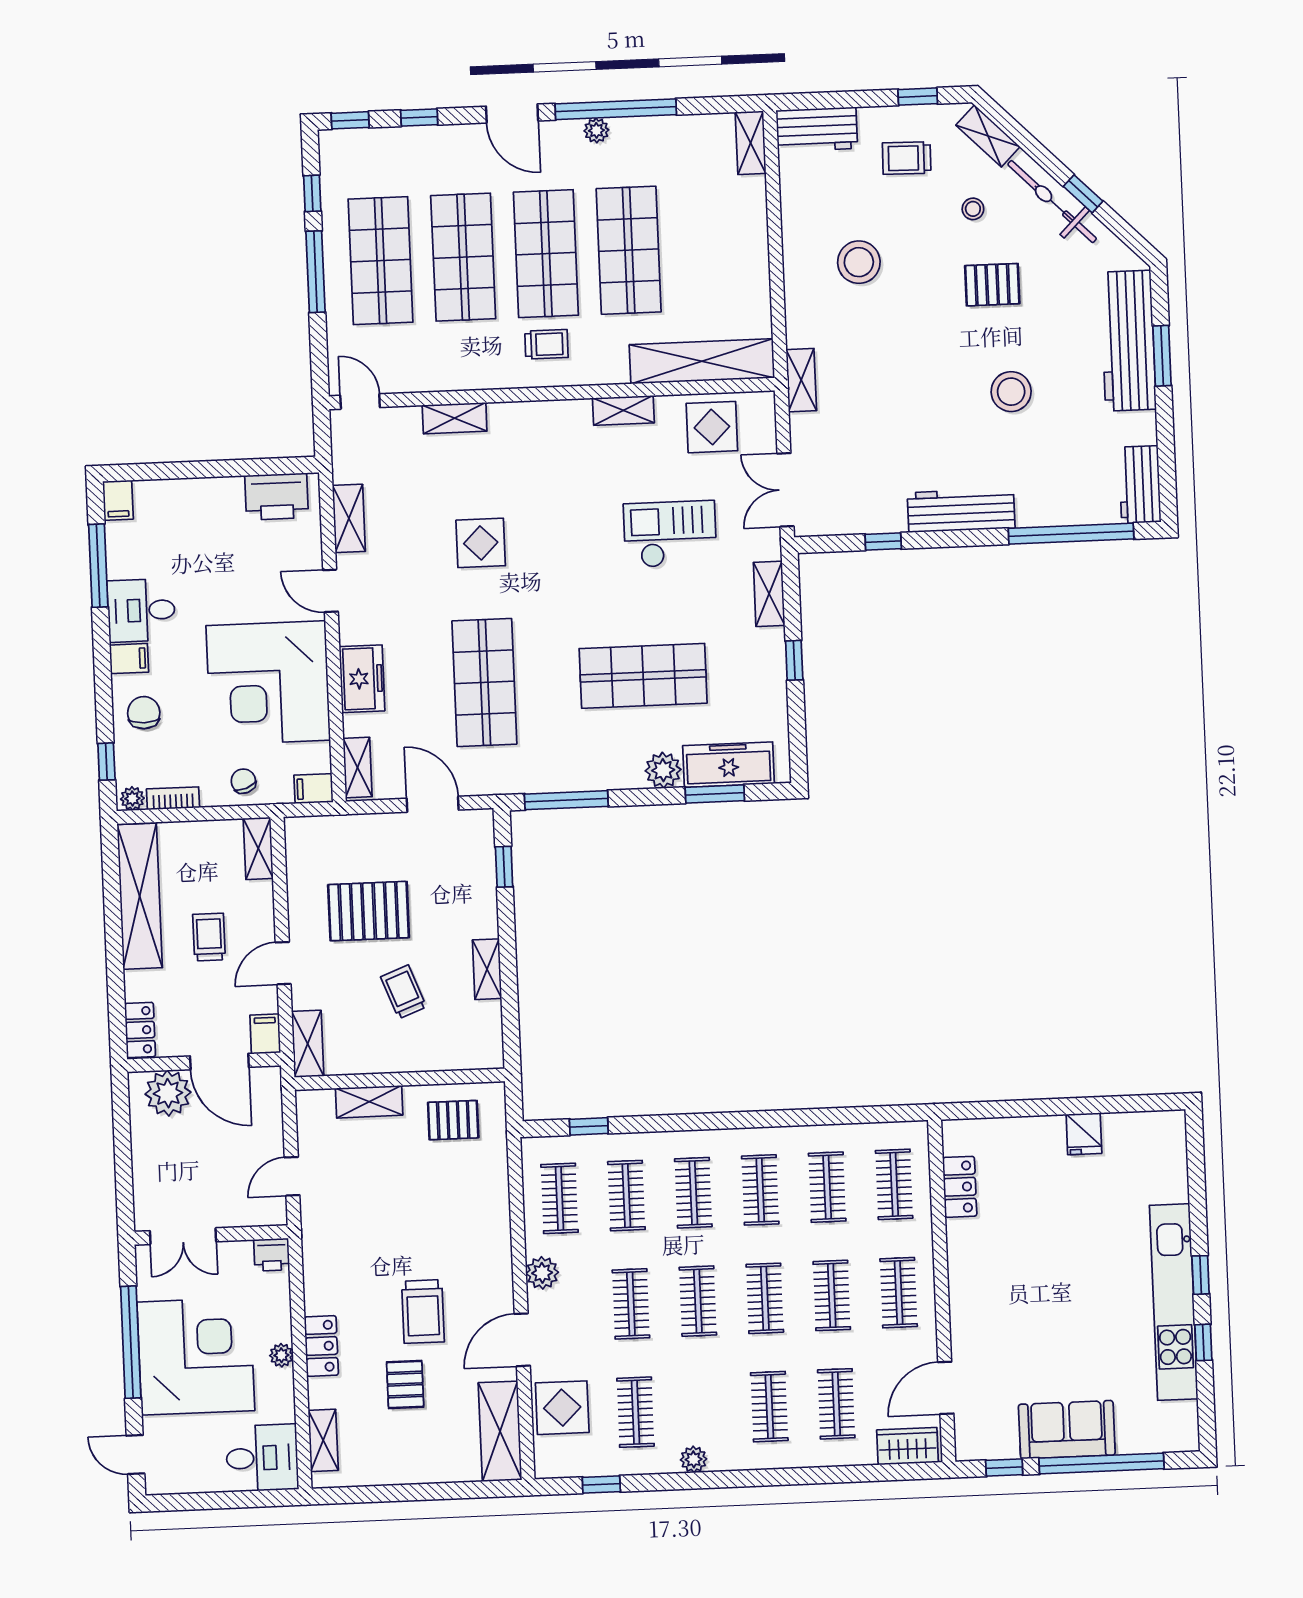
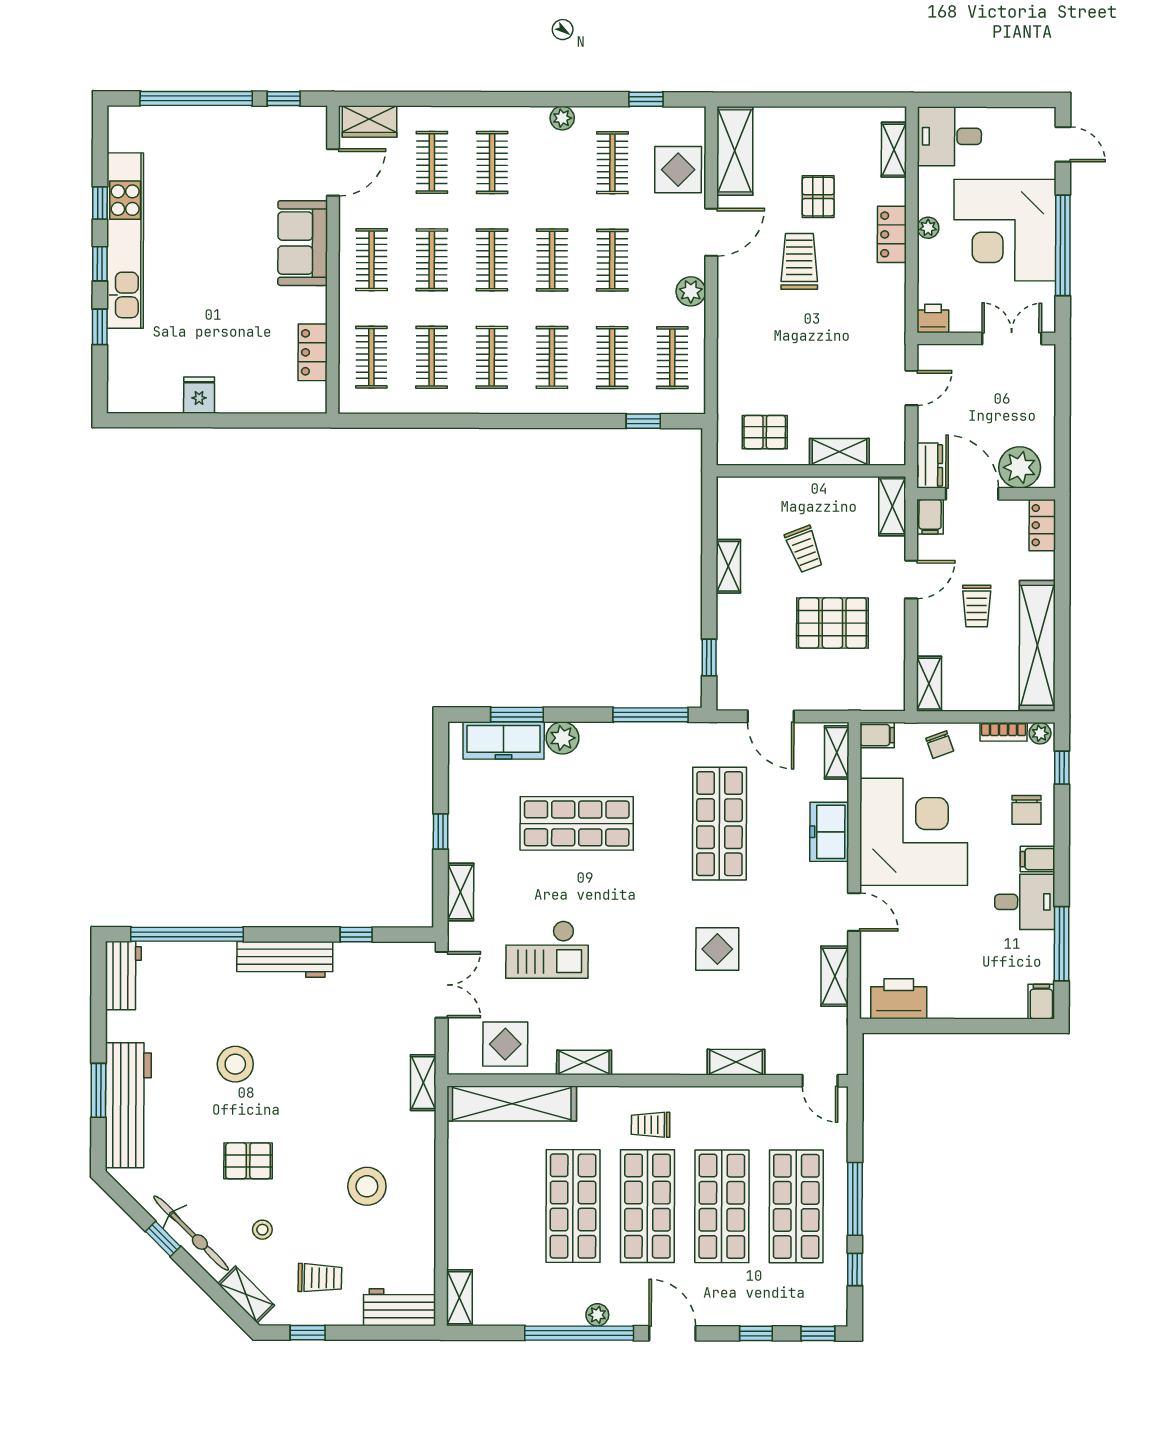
dresser: (268, 1091) -> (930, 465), added
window: (1198, 1205) -> (100, 327), added
sofa: (1067, 1430) -> (303, 243), moved, turned 90

